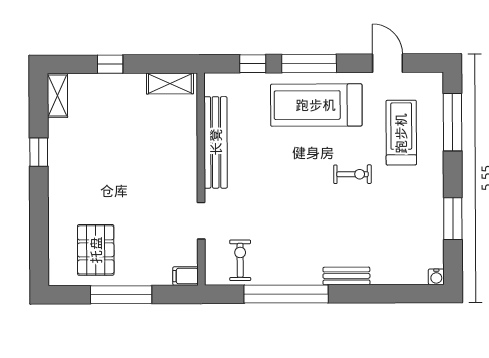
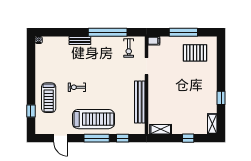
window: (453, 122) -> (31, 111), width x0.46
treadmill: (401, 133) -> (49, 98), moved
window: (453, 219) -> (31, 67), removed
pallet: (96, 250) -> (195, 53), turned 90

